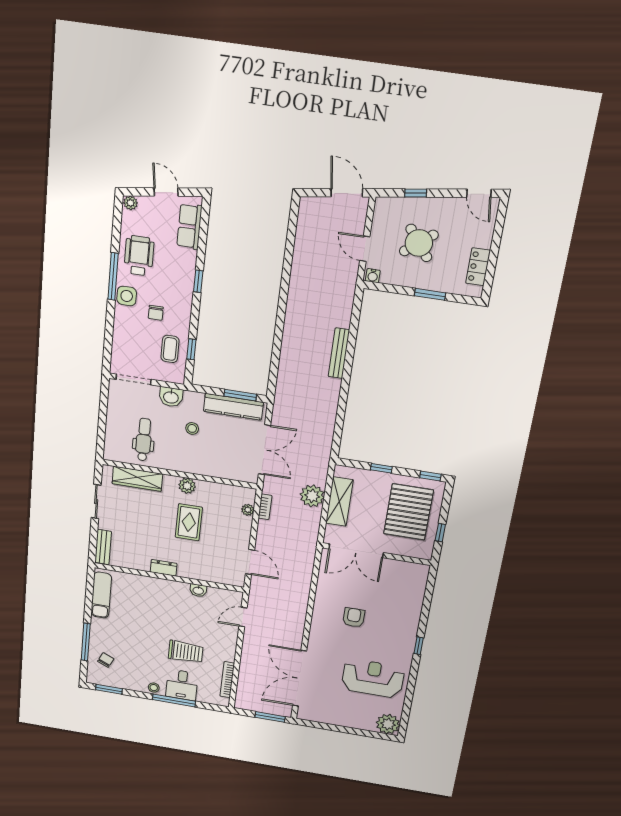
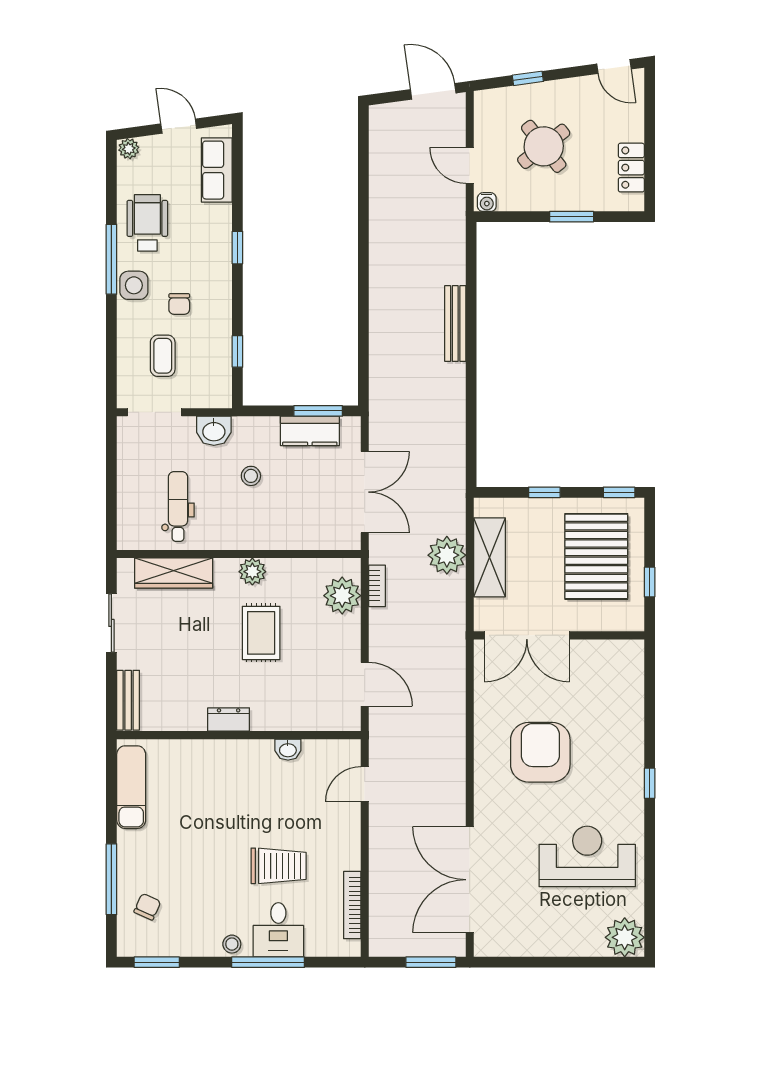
coffee table: (170, 349) -> (163, 356), moved
kitchen counter: (233, 407) -> (310, 431), width x0.67
plant: (248, 510) -> (342, 596), width x1.88, depth x1.88
armchair: (354, 618) -> (540, 752), width x1.88, depth x1.88

